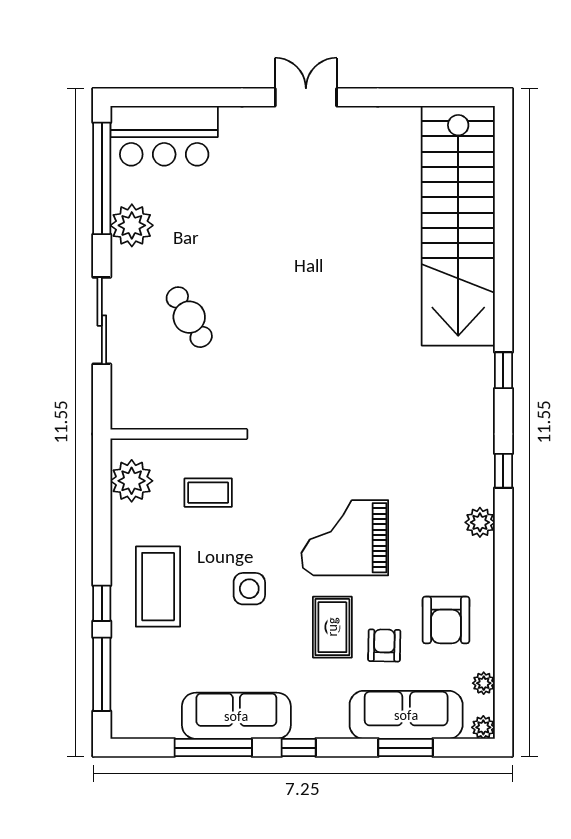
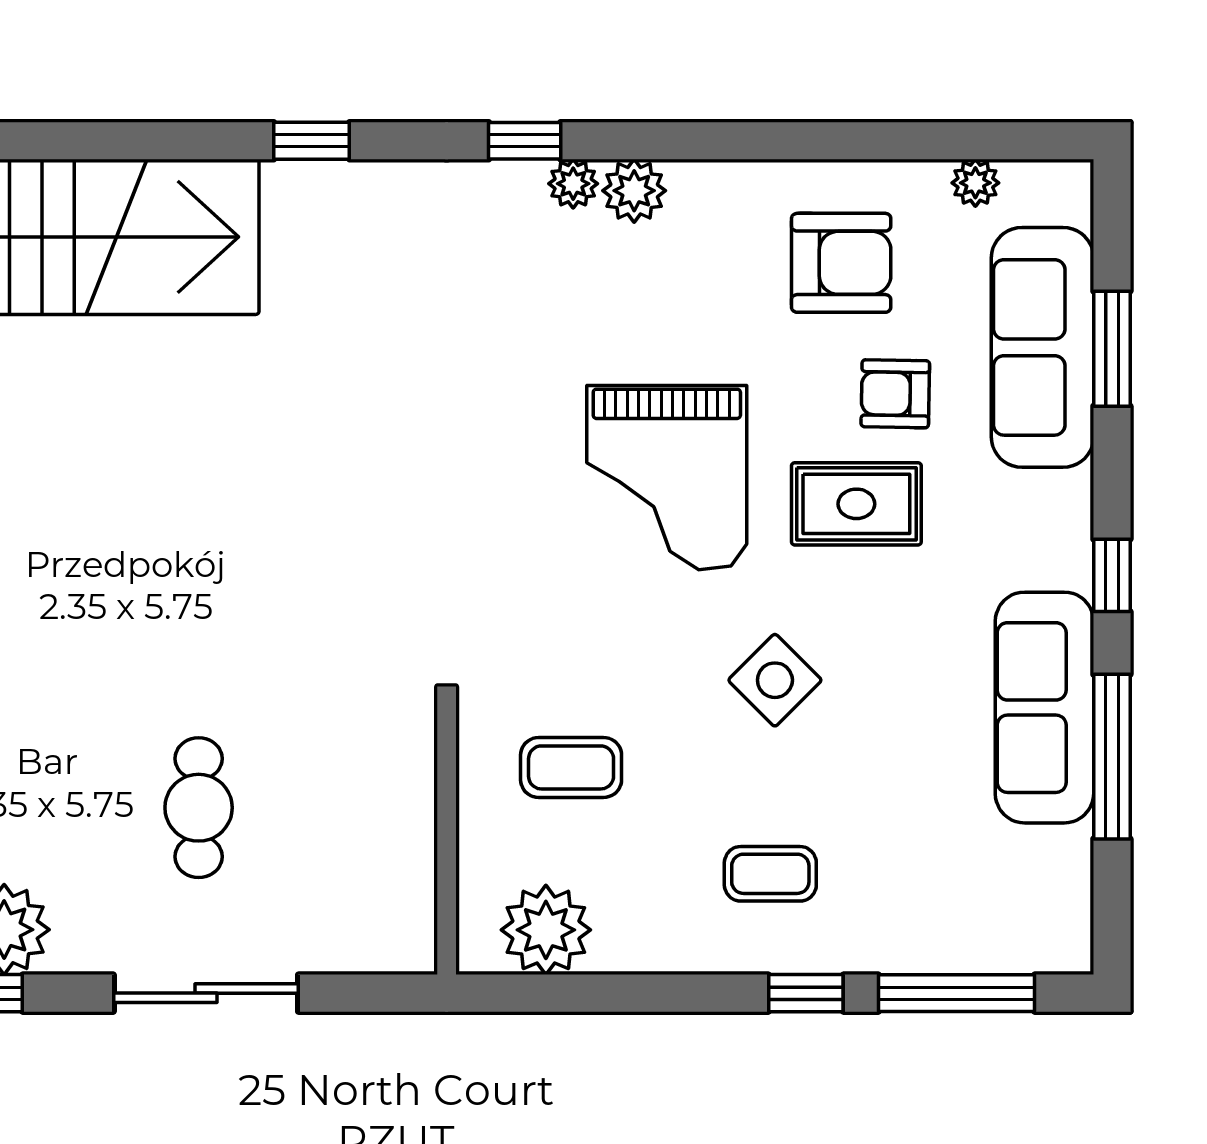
cafe table: (189, 317) -> (199, 808), turned -59
coffee table: (208, 493) -> (571, 767), turned 90
coffee table: (158, 587) -> (770, 874), width x0.54, depth x0.58
side table: (249, 589) -> (775, 680), turned 45
plant: (483, 727) -> (573, 184), moved

